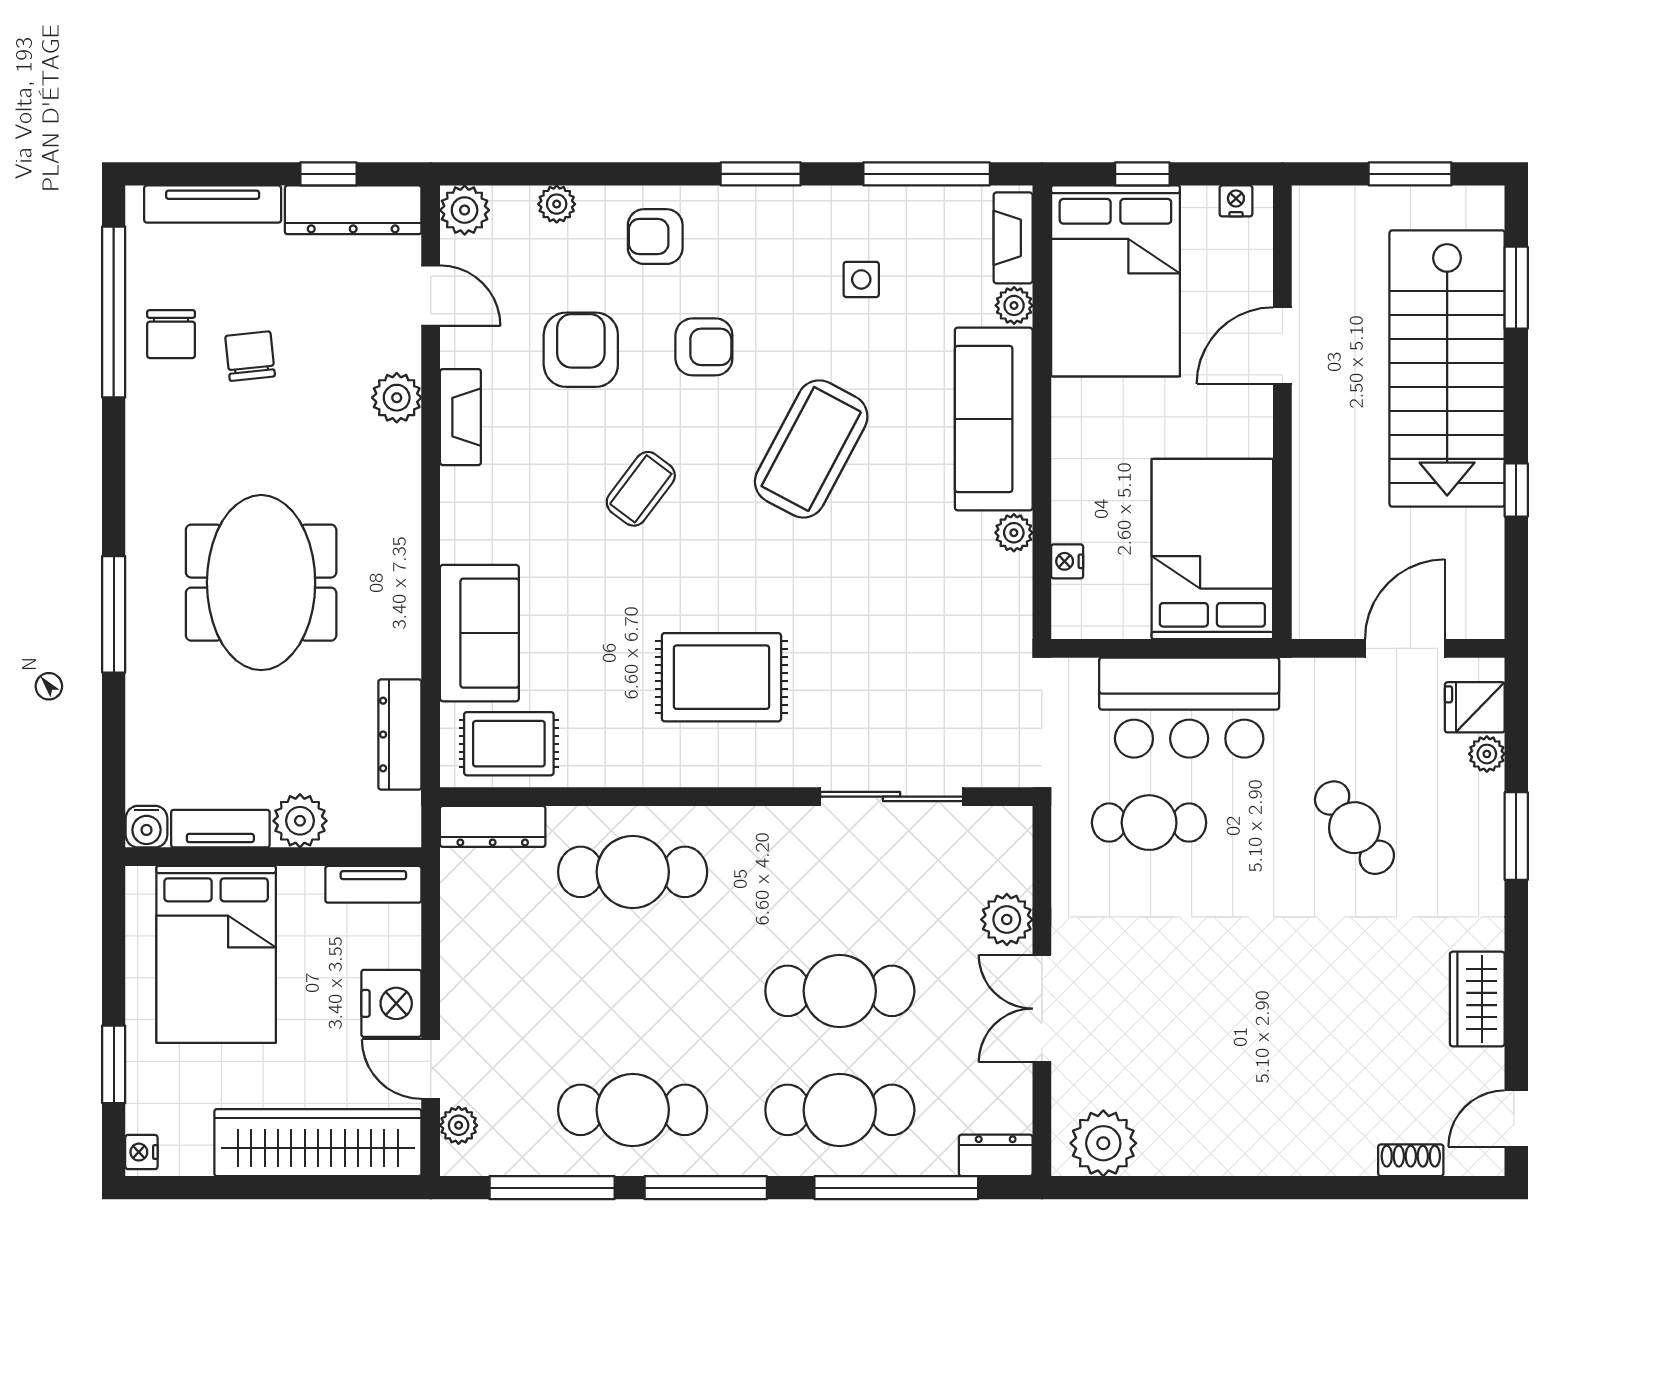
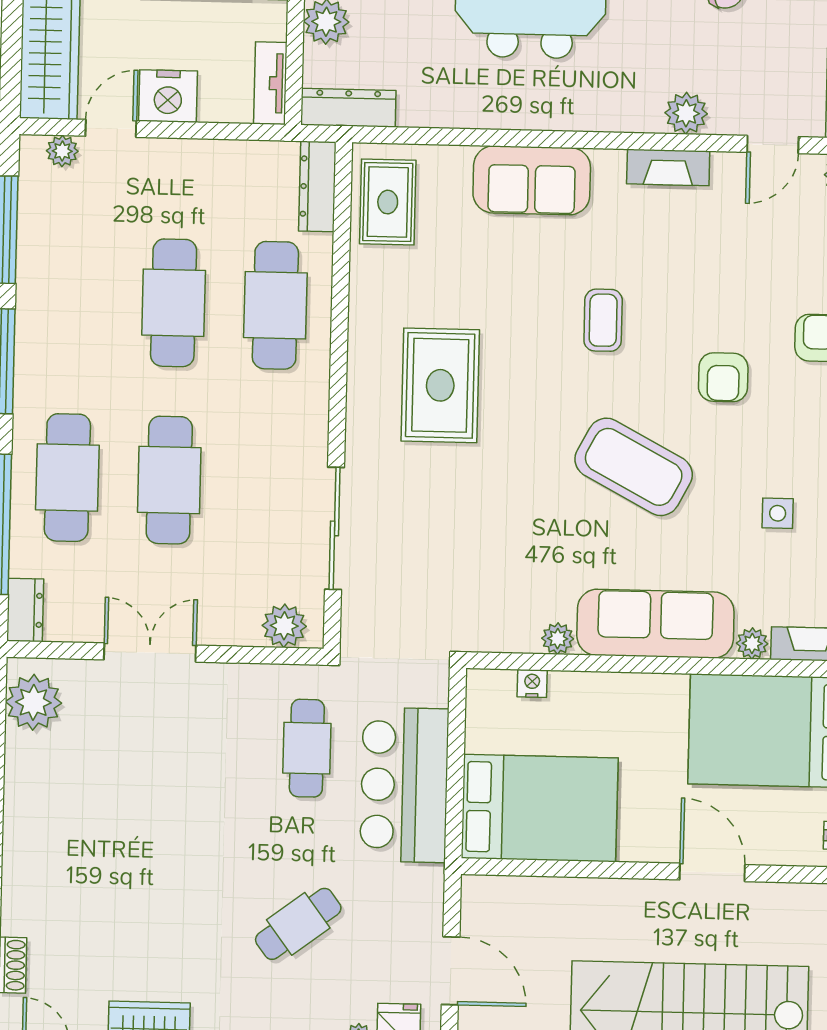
armchair: (581, 350) -> (723, 272), removed
coffee table: (641, 489) -> (603, 320), turned 53
sofa: (479, 633) -> (532, 180), moved
dresser: (400, 735) -> (348, 108), moved
plant: (1007, 920) -> (284, 626), moved
cafe table: (633, 1110) -> (174, 303), moved

